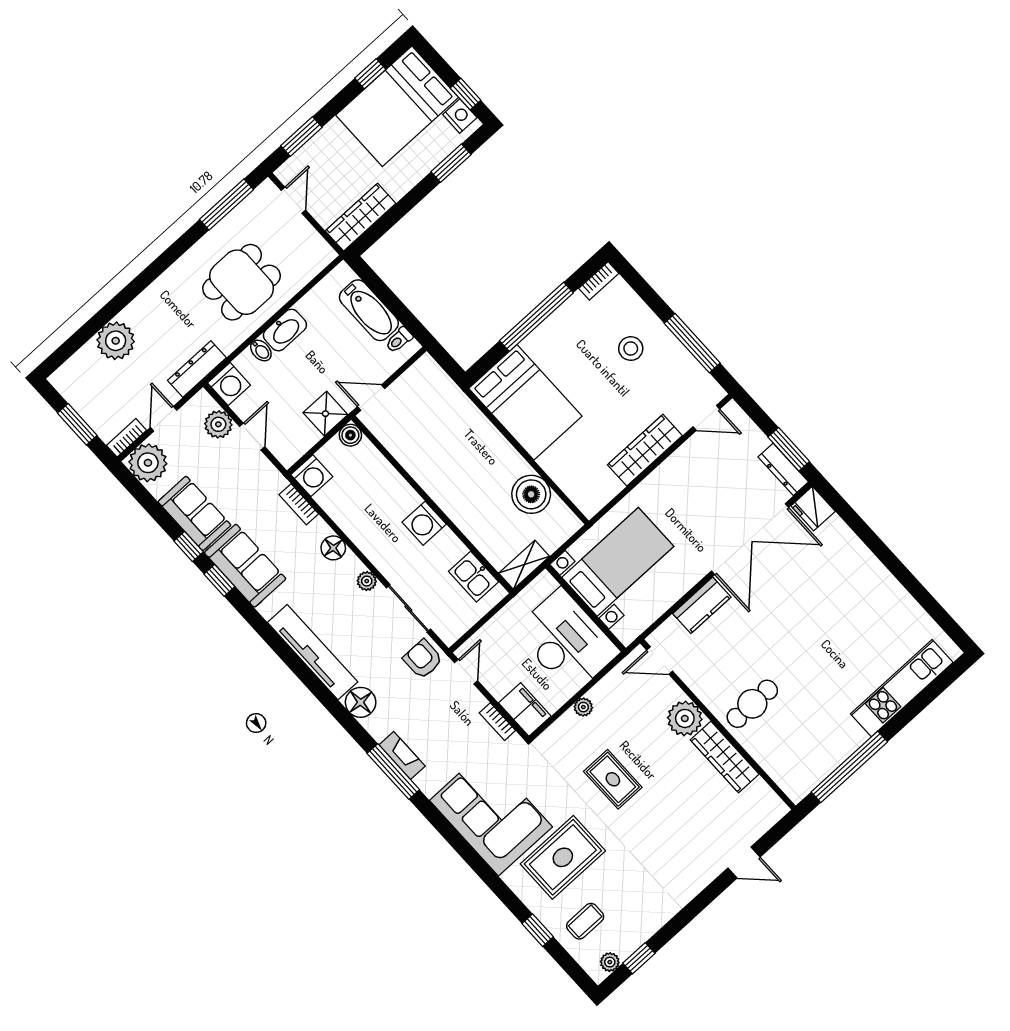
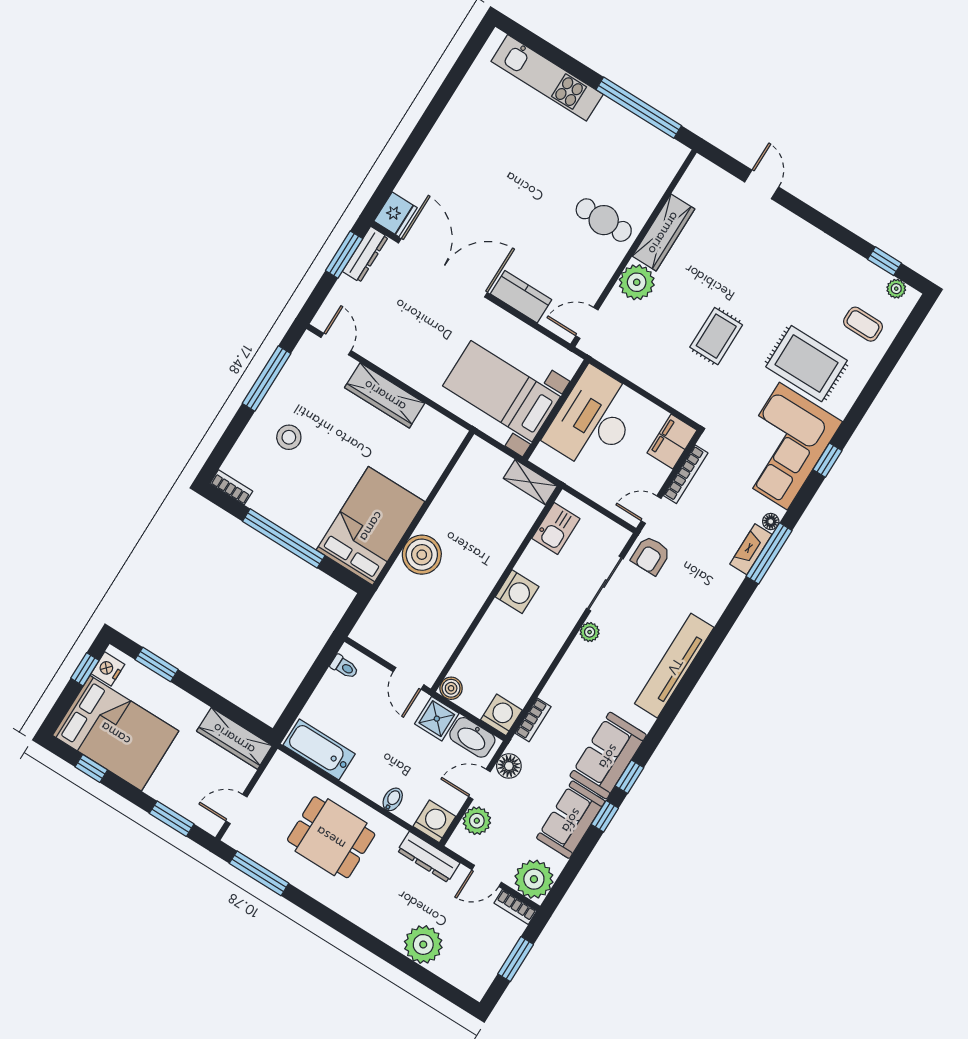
bathtub: (369, 310) -> (319, 749), moved, turned -90
washbasin: (285, 330) -> (472, 737), moved, turned 180
boiler: (531, 494) -> (422, 555), moved
floor lamp: (333, 548) -> (509, 766), moved
door: (660, 661) -> (587, 323), swing flipped
floor lamp: (361, 702) -> (771, 522), moved, width x0.53, depth x0.53
plant: (583, 707) -> (653, 385), removed
bookcase: (497, 722) -> (686, 474), width x1.56
window: (538, 930) -> (827, 460), moved

